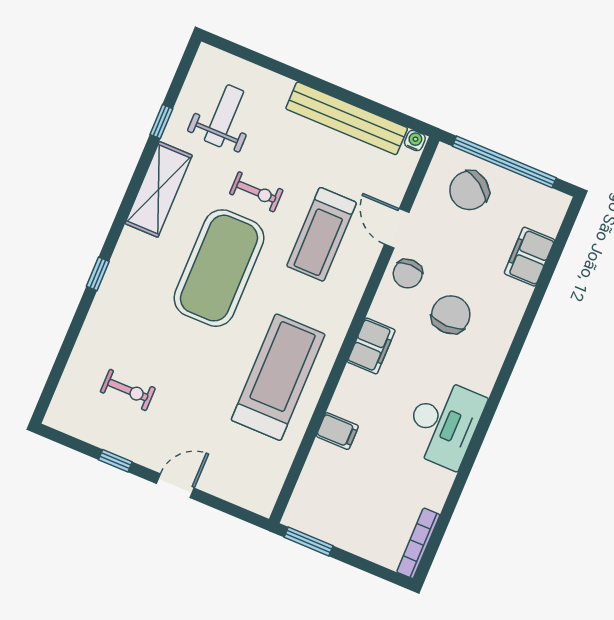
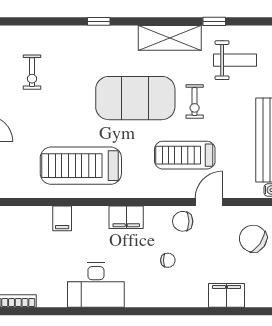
chair: (451, 315) -> (168, 260), width x0.54, depth x0.54
treadmill: (278, 377) -> (81, 166), turned 180

